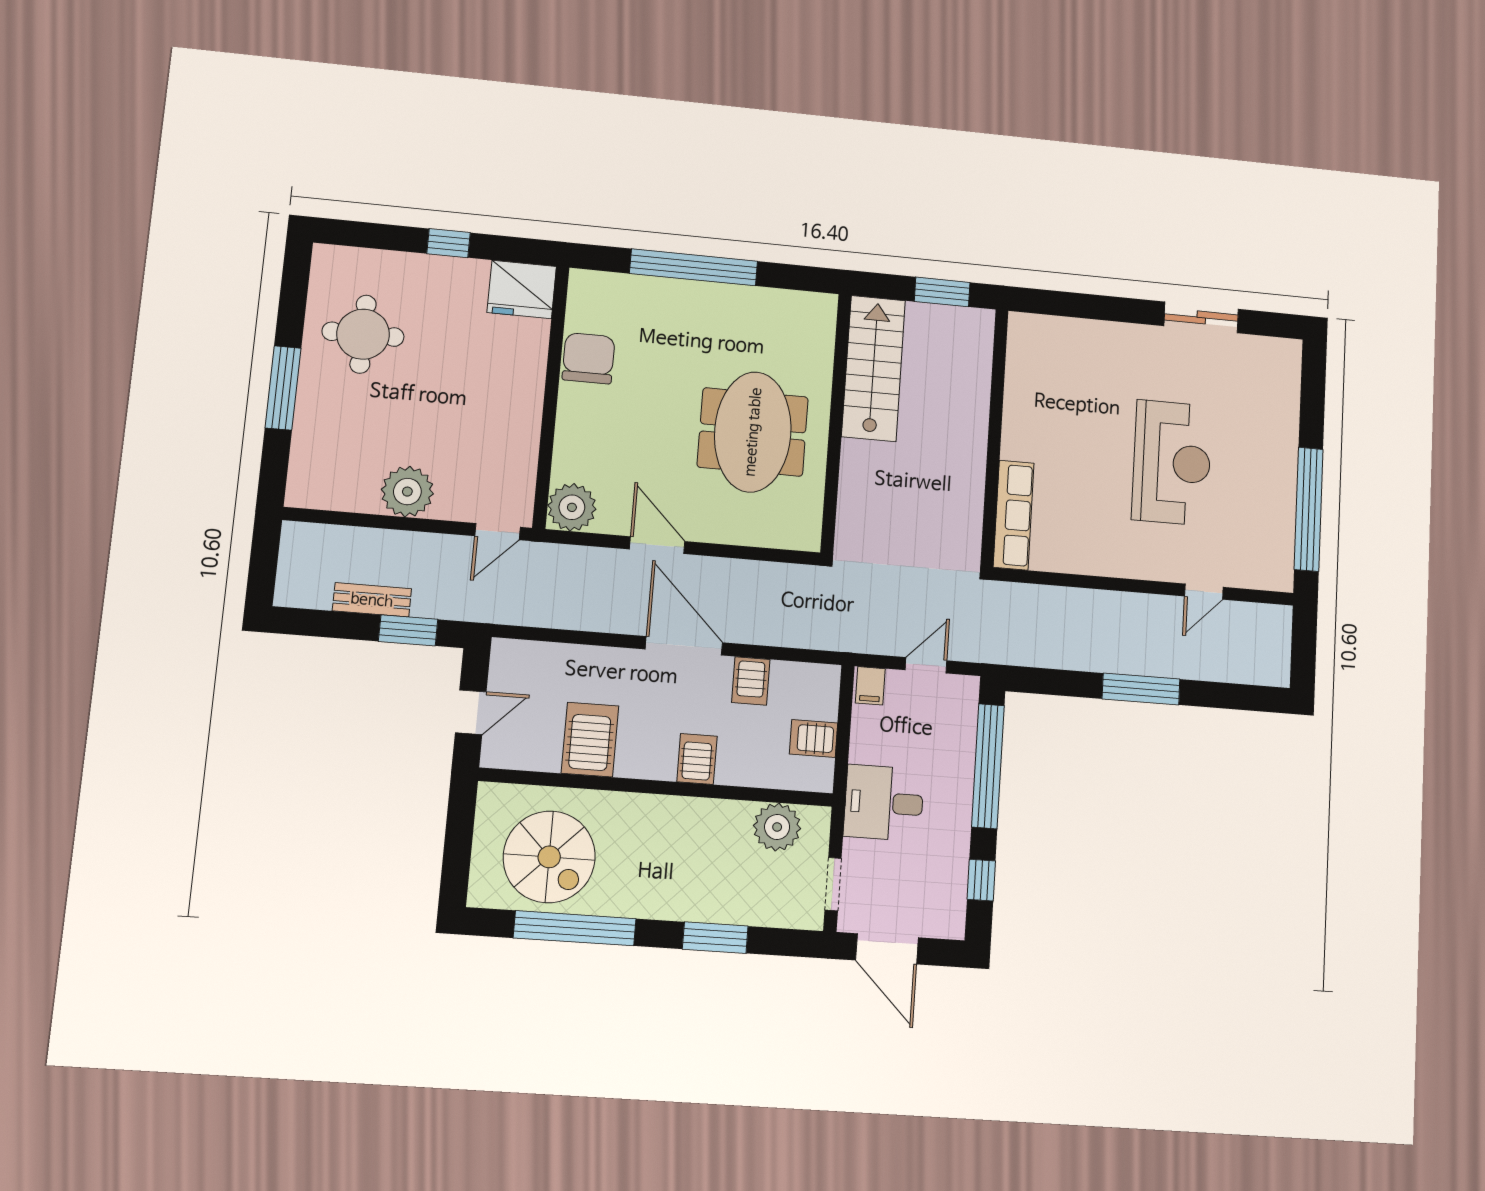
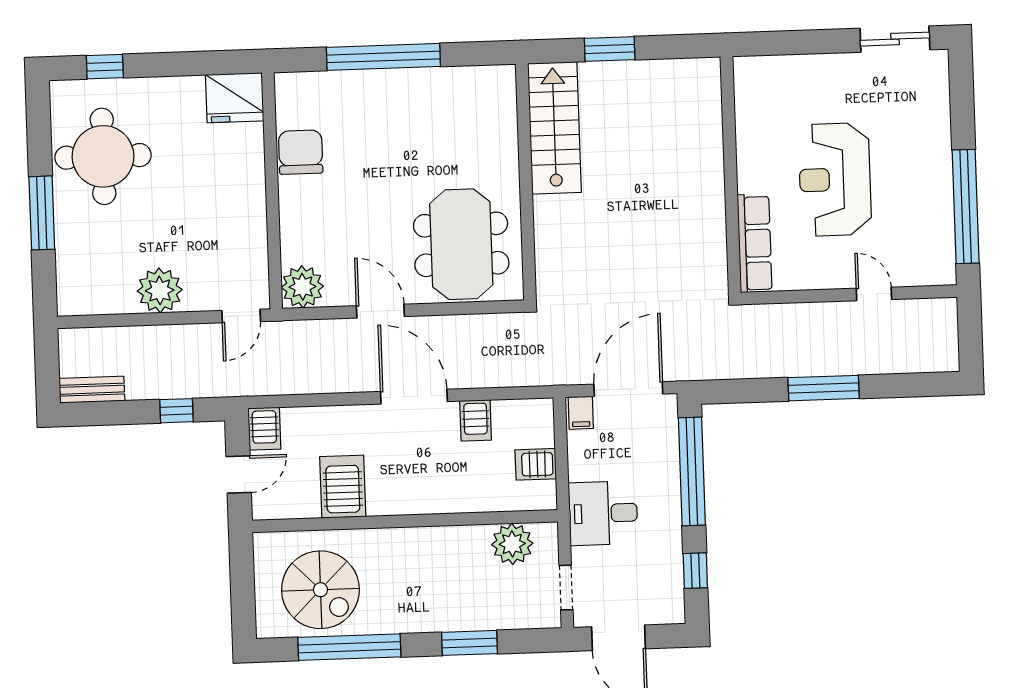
window: (448, 243) -> (105, 67), moved
sliding door: (1201, 317) -> (895, 39), moved
round table: (363, 334) -> (103, 156), width x1.36, depth x1.36
meeting table: (753, 432) -> (461, 244), moved
wall: (994, 437) -> (731, 175), moved
reception desk: (1172, 463) -> (835, 179), turned 180
row of seats: (1014, 515) -> (755, 243), moved
door: (1204, 592) -> (874, 294), swing flipped
bench: (372, 600) -> (92, 390), moved
window: (408, 630) -> (176, 411), width x0.67
door: (926, 665) -> (628, 389), width x1.87
server rack: (697, 759) -> (264, 429), moved, turned 180

